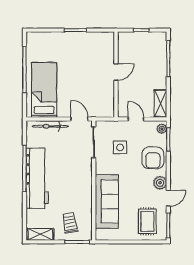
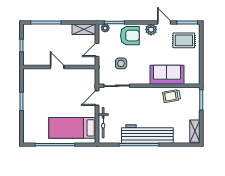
sofa: (107, 202) -> (167, 75), width x0.73
trolley: (70, 223) -> (172, 96), moved

